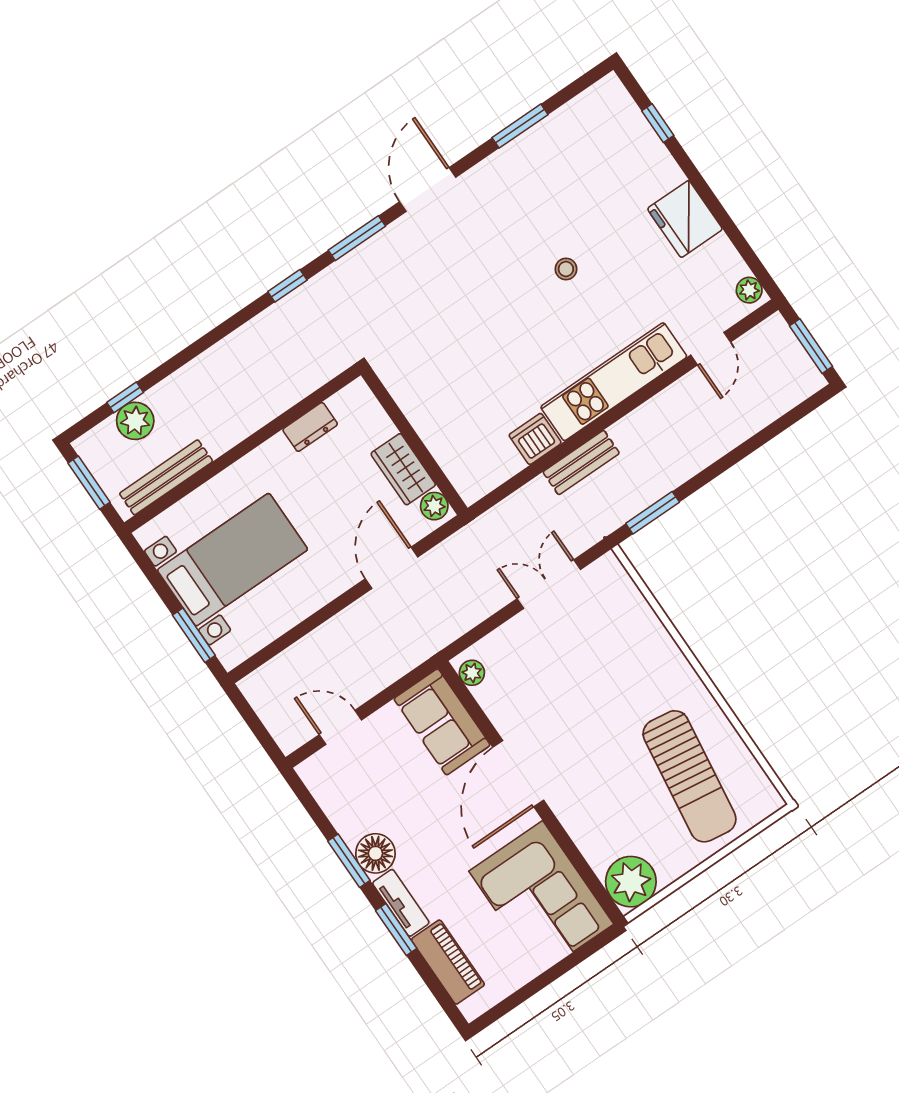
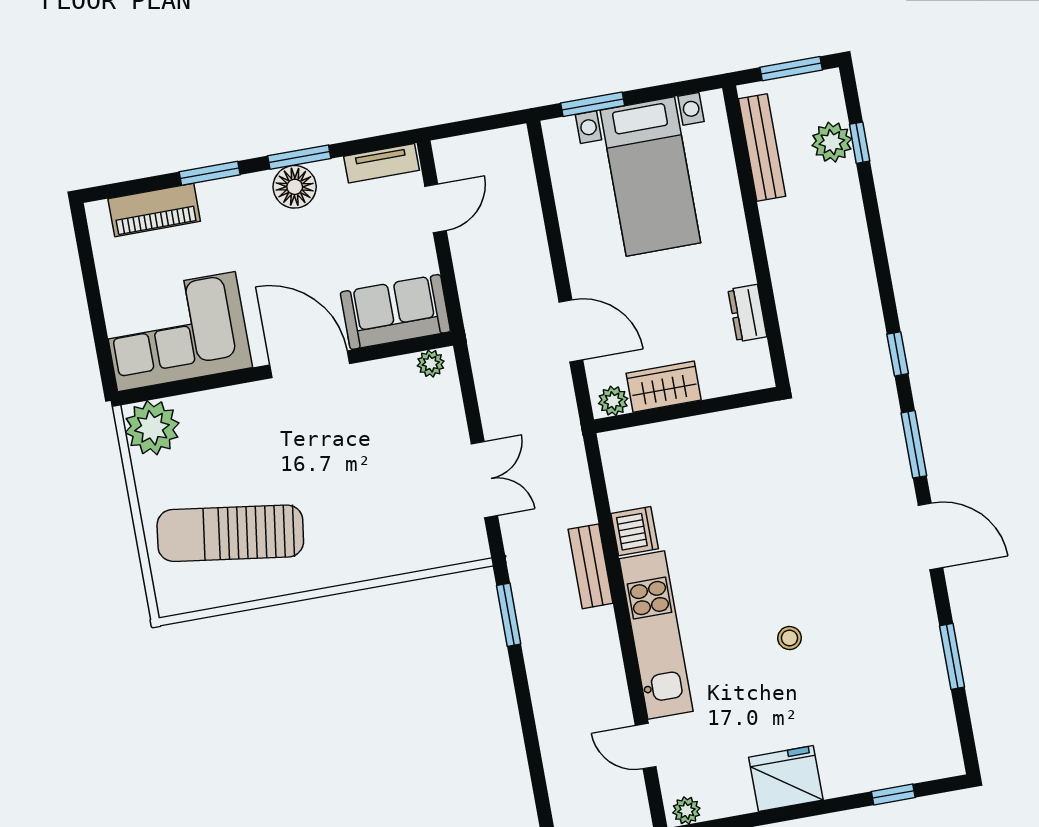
tv unit: (401, 903) -> (381, 163), moved

